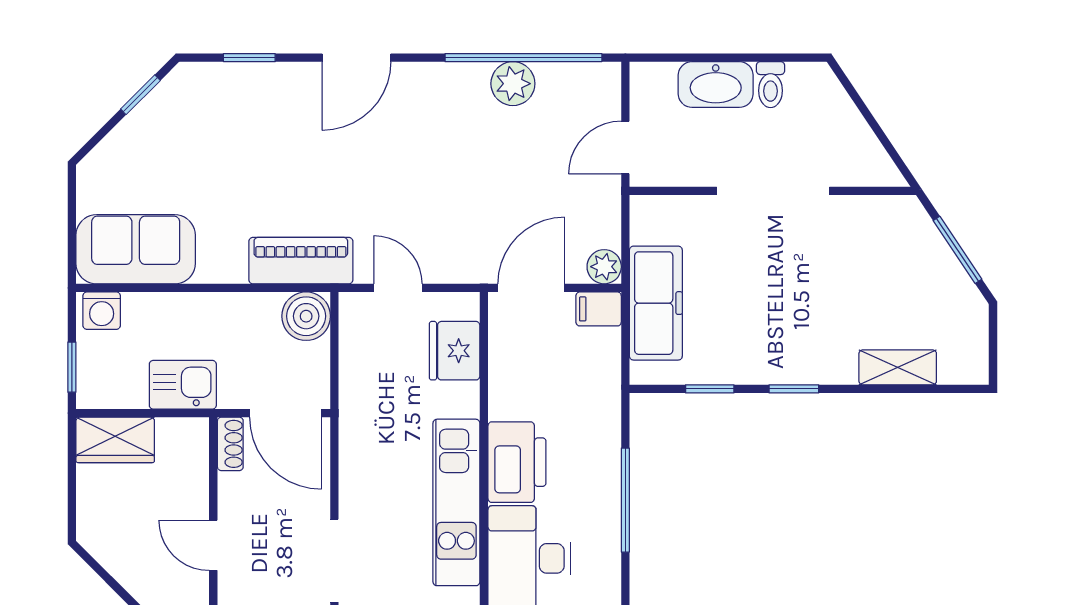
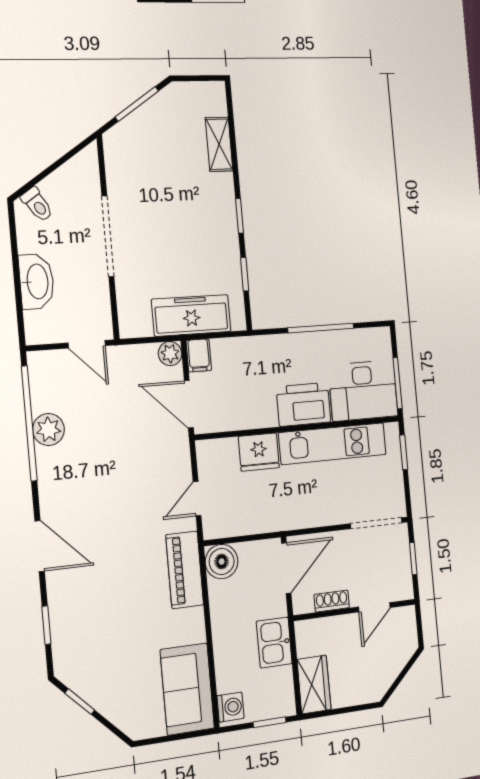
toilet: (770, 85) -> (37, 204), moved, turned 56
fridge: (455, 351) -> (259, 452), moved
shoe rack: (230, 444) -> (332, 601), moved

